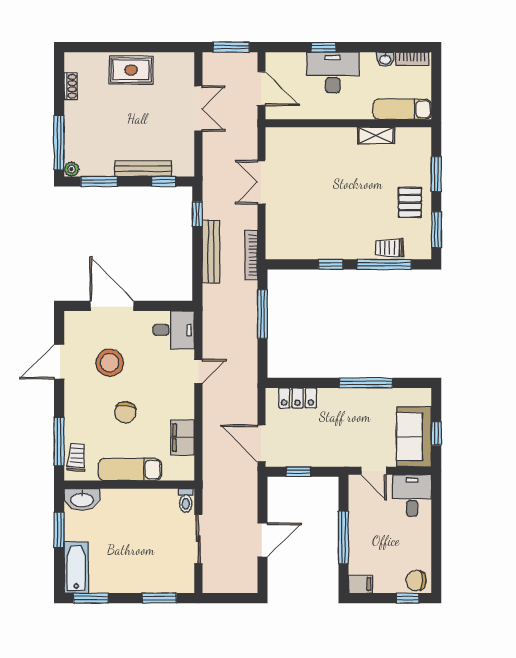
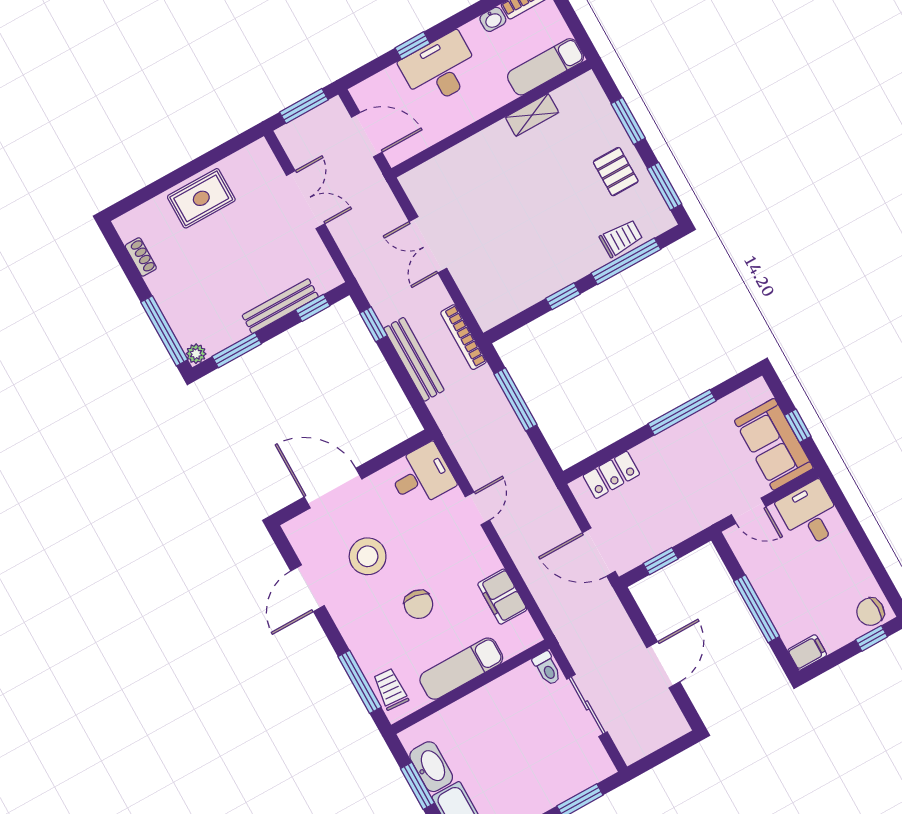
trolley: (389, 248) -> (621, 238), turned 180
washbasin: (82, 499) -> (431, 767), moved, turned -90

